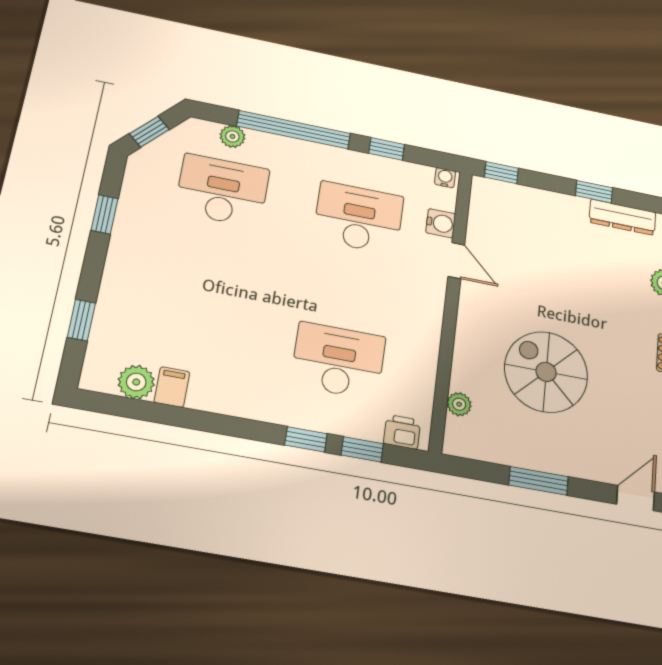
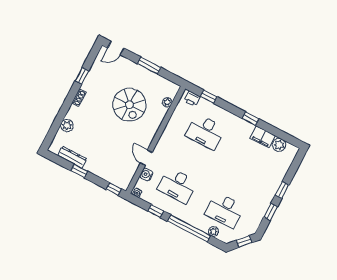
window: (81, 320) -> (282, 190), moved
filing cabinet: (172, 387) -> (263, 137), width x2.00
window: (306, 439) -> (251, 119), moved

